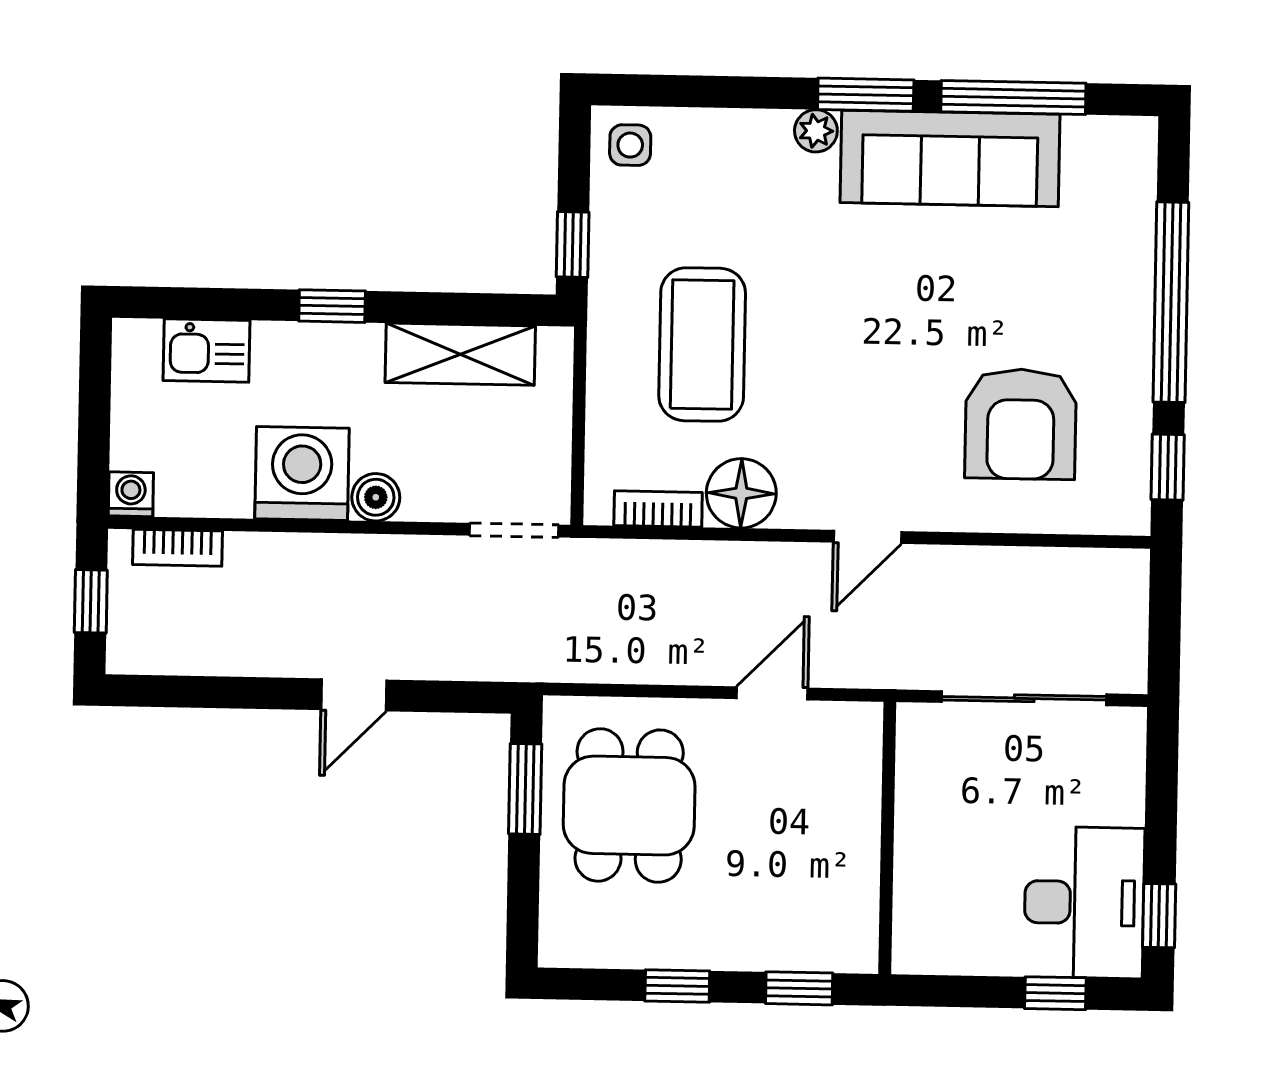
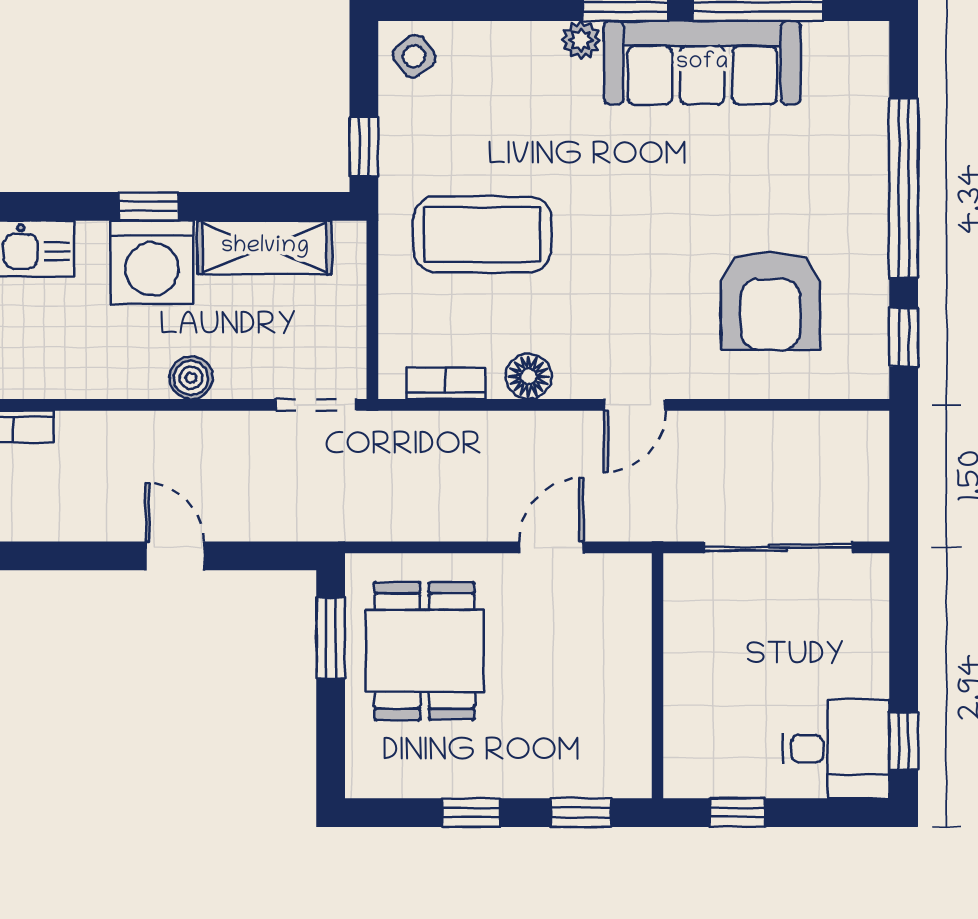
side table: (630, 145) -> (414, 56), turned -37
coffee table: (702, 344) -> (482, 235), turned 90
washing machine: (302, 473) -> (152, 262), moved, turned 180
floor lamp: (741, 493) -> (529, 376), width x0.73, depth x0.73
door: (354, 695) -> (175, 556), swing flipped
desk: (1084, 903) -> (836, 749), width x0.73
window: (1055, 993) -> (737, 813), moved

